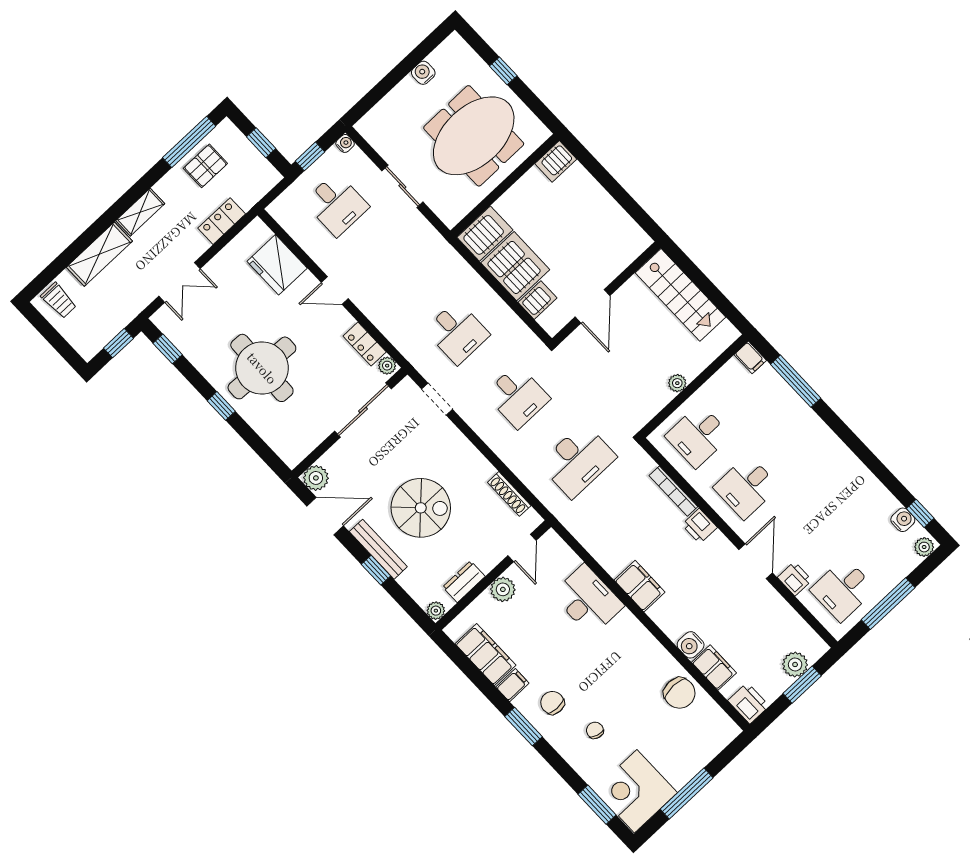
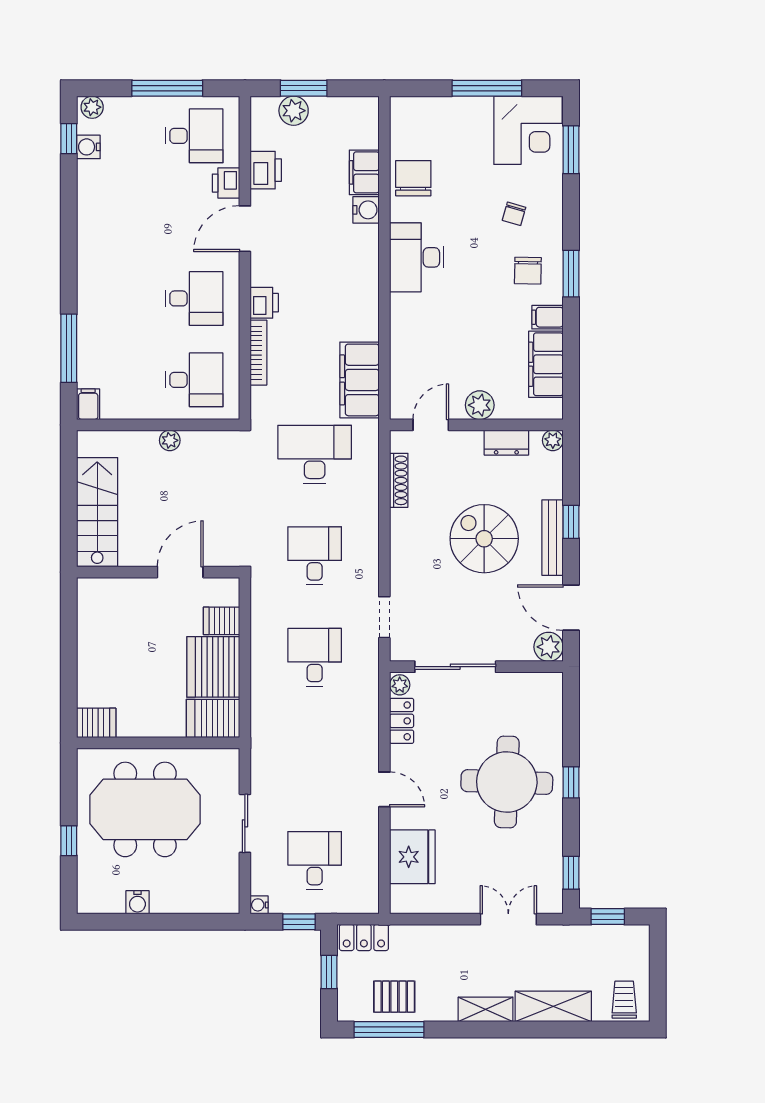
locker: (222, 221) -> (364, 937), moved
filing cabinet: (640, 586) -> (359, 380), moved, width x1.50, depth x1.17
desk: (588, 600) -> (417, 257), moved
printer: (748, 703) -> (266, 170), moved, turned 180

